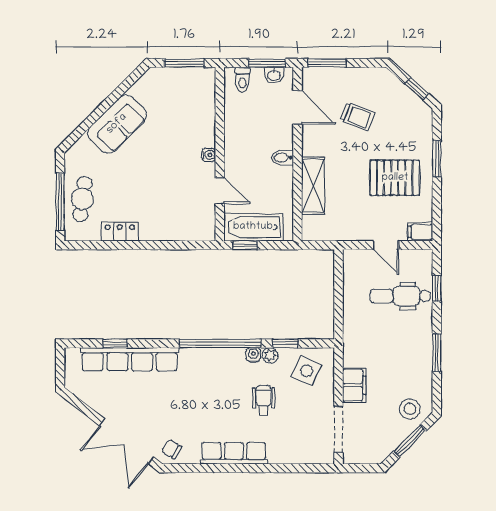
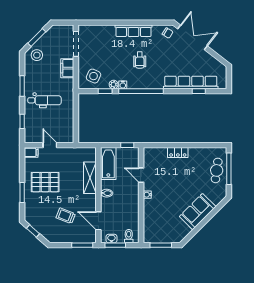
bathtub: (253, 227) -> (108, 163), moved, turned -90
locker: (120, 232) -> (178, 152), moved
dental chair: (400, 296) -> (45, 100), moved
wheelchair: (264, 400) -> (140, 60), moved

